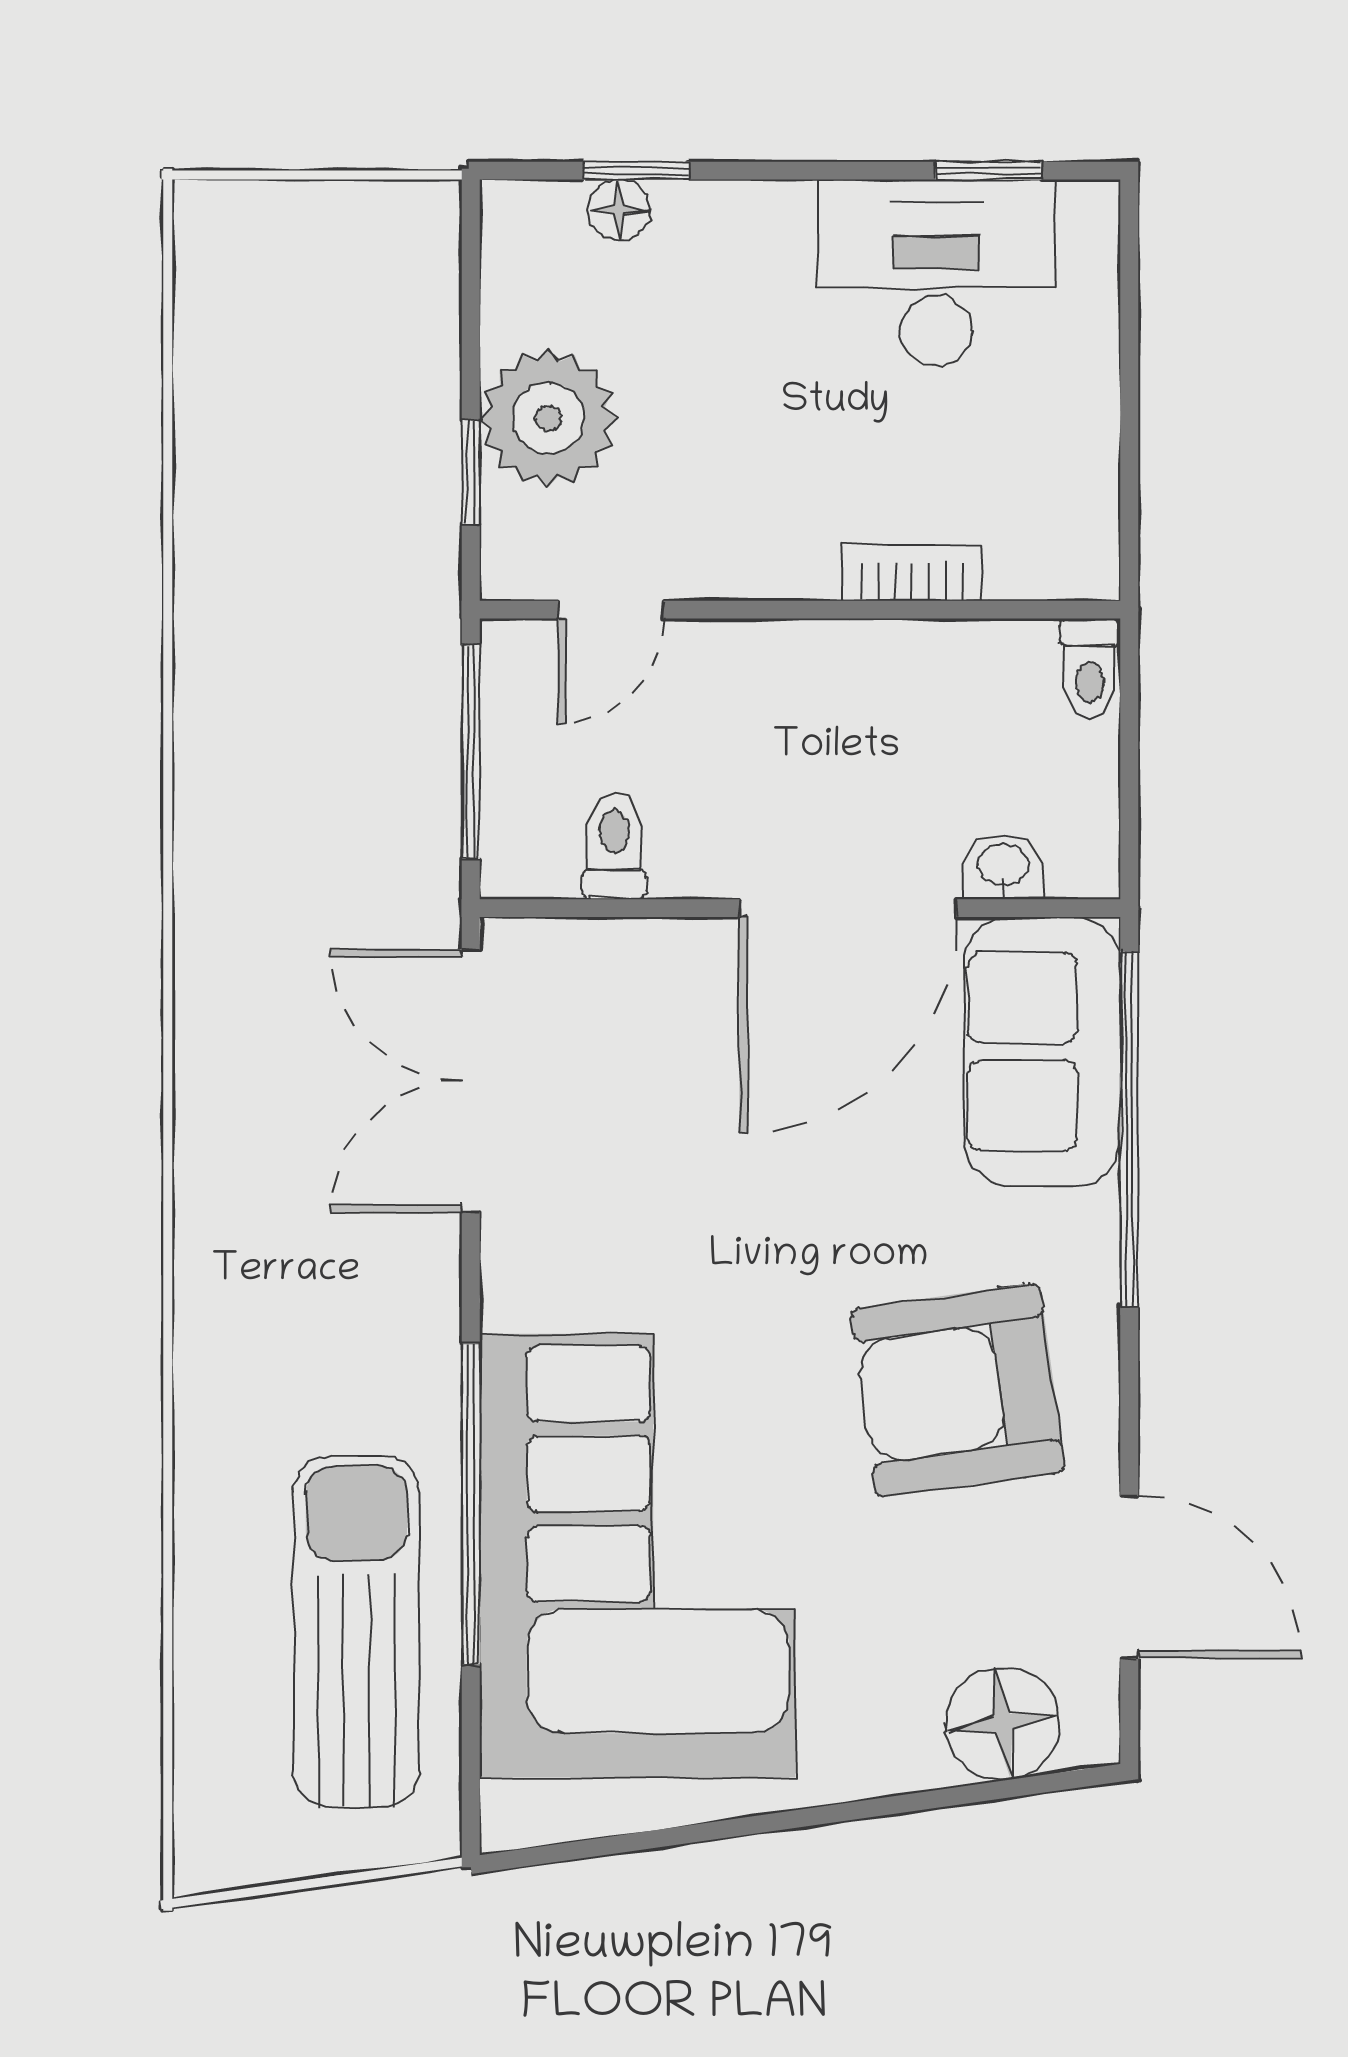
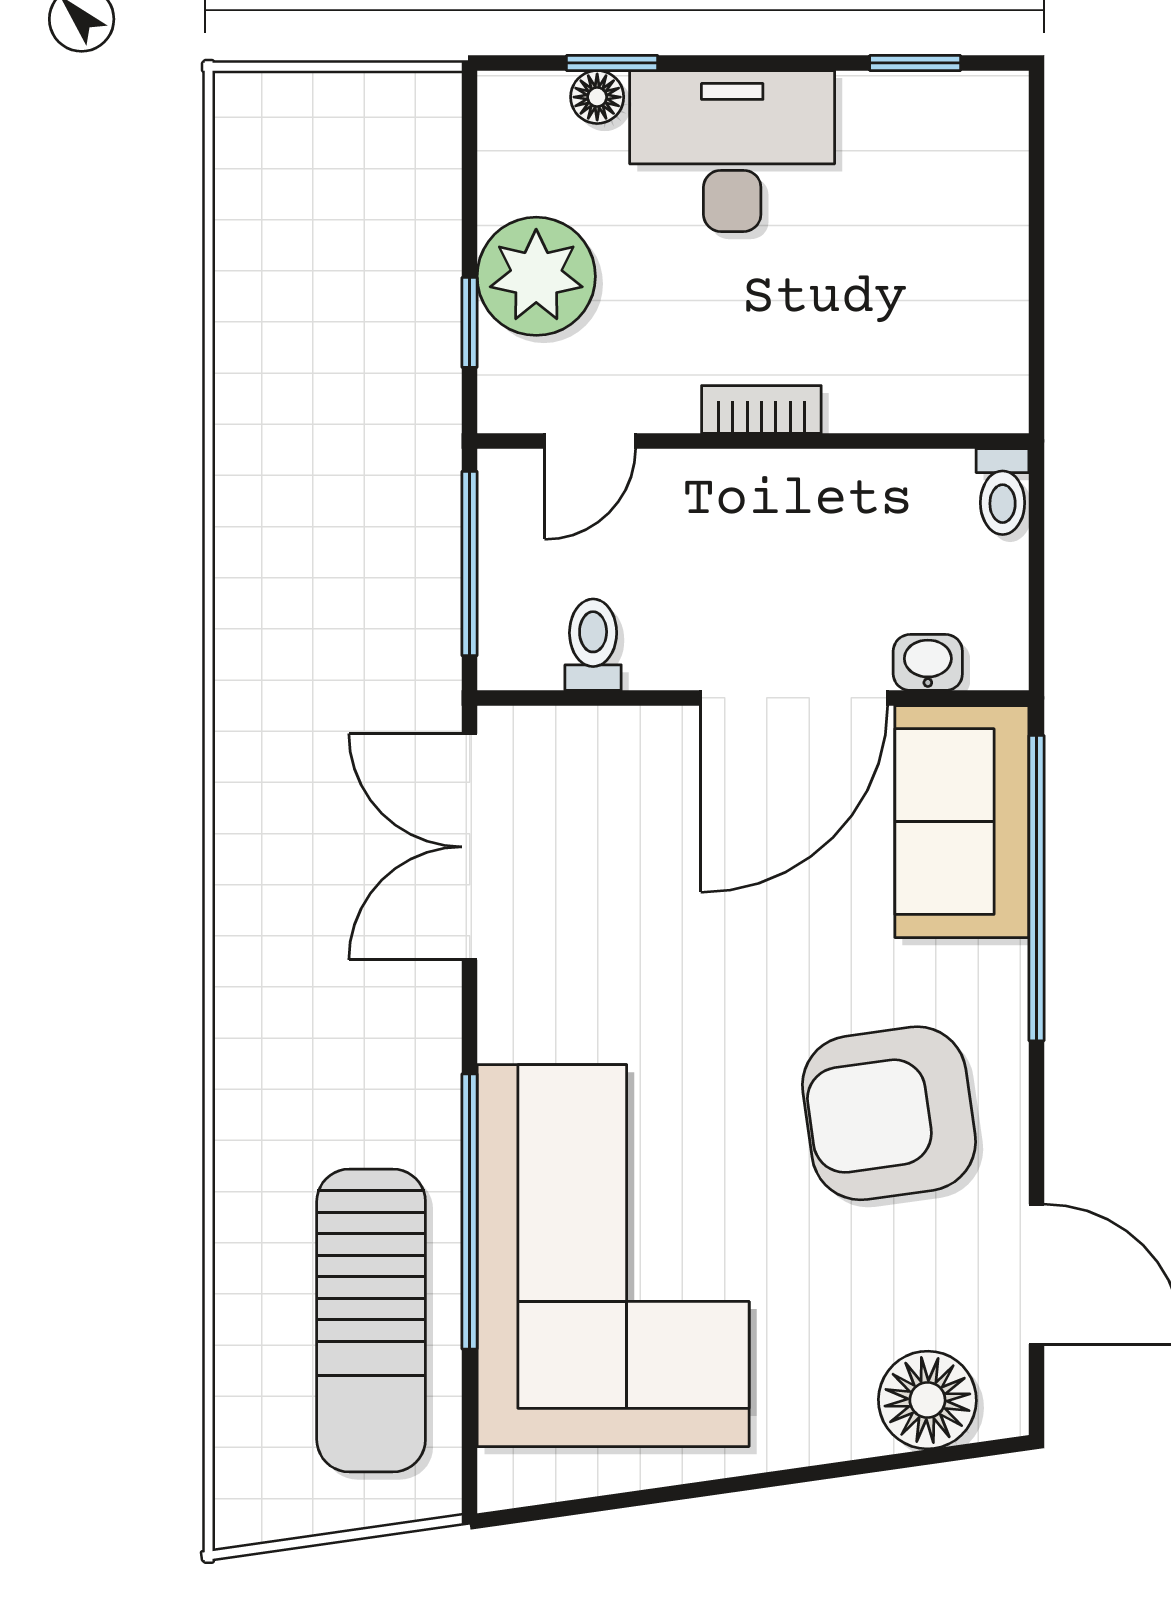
desk: (936, 273) -> (732, 151), moved
bookcase: (912, 573) -> (761, 409), moved
sun lounger: (356, 1631) -> (371, 1321), turned 180

